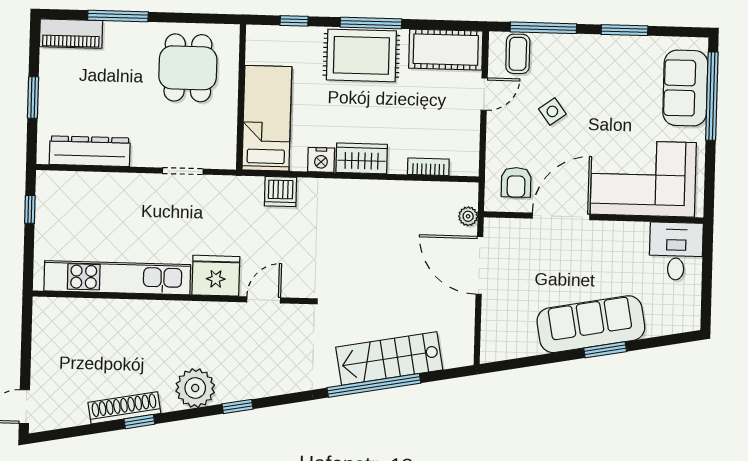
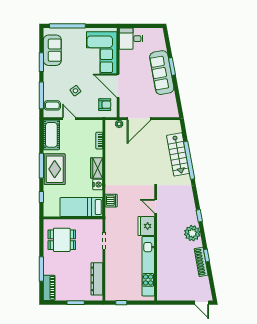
sofa: (685, 88) -> (52, 50), moved, turned -90

